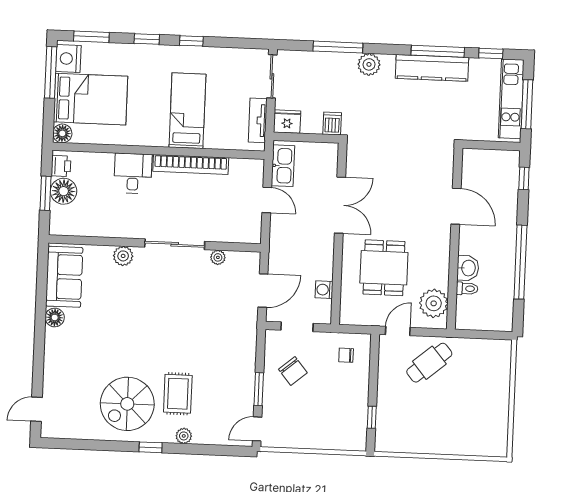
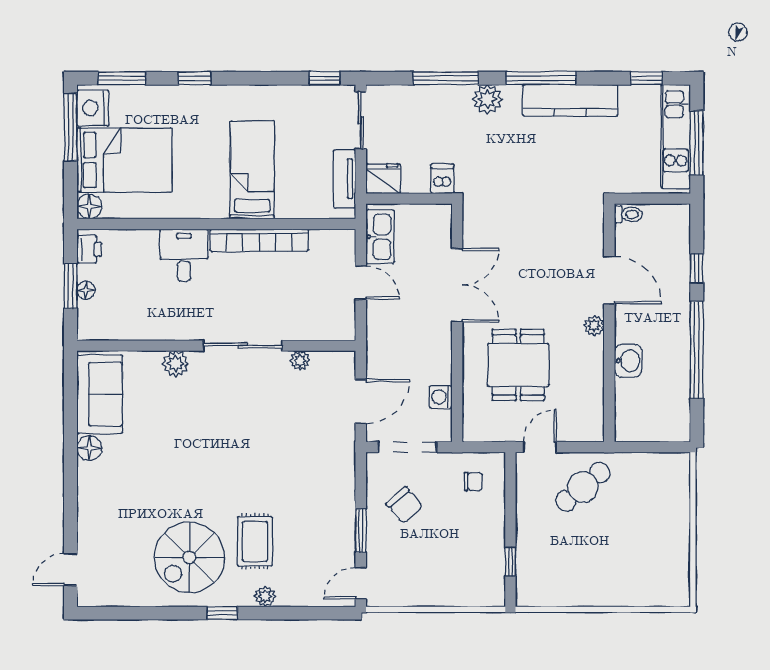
window: (191, 41) -> (324, 78), moved
window: (438, 51) -> (541, 78), moved
window: (524, 178) -> (697, 268), moved
floor lamp: (64, 191) -> (86, 290), width x0.53, depth x0.53
toilet: (467, 289) -> (628, 214), moved
plant: (434, 303) -> (594, 326), moved, width x0.53, depth x0.53
doorway: (297, 327) -> (407, 447), width x1.38
chair: (346, 355) -> (473, 482), turned 180

